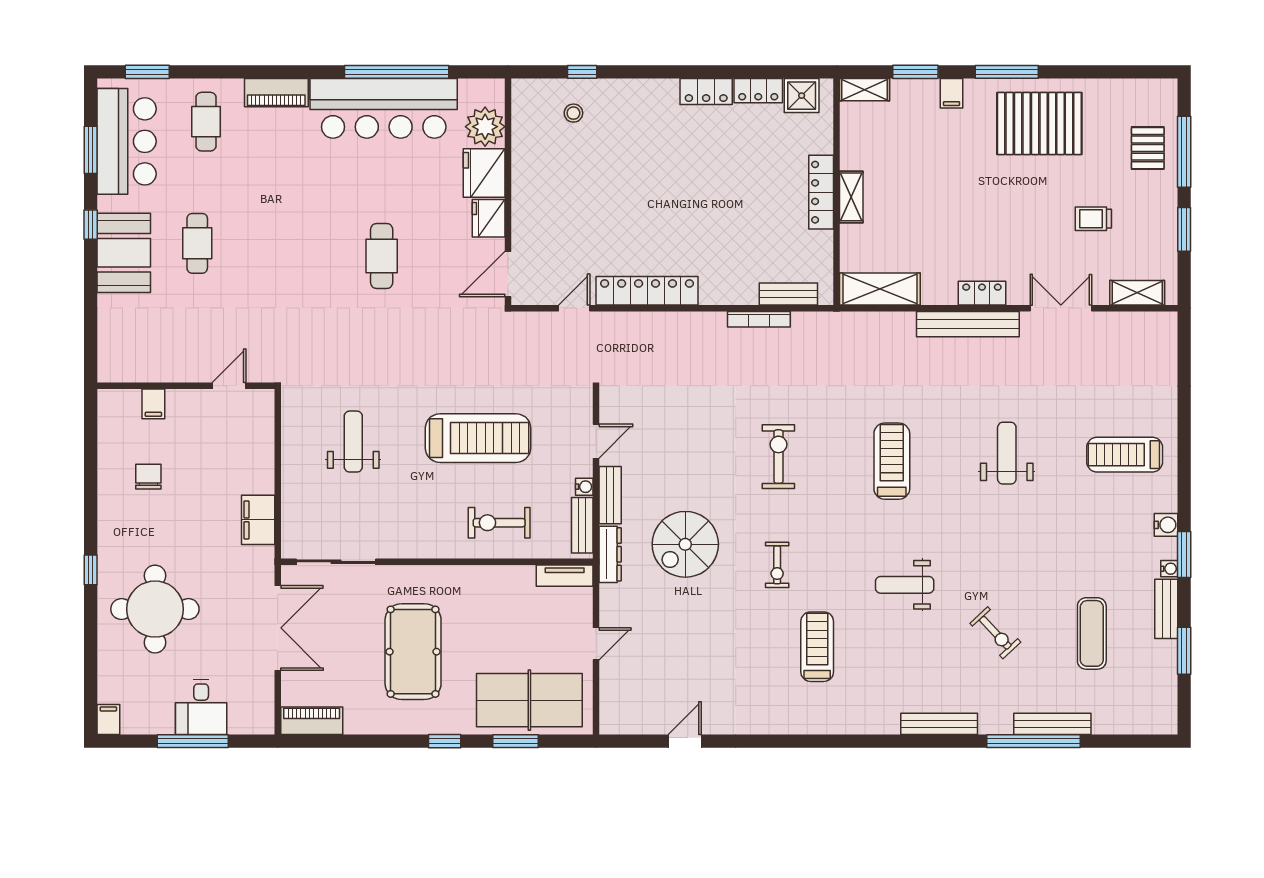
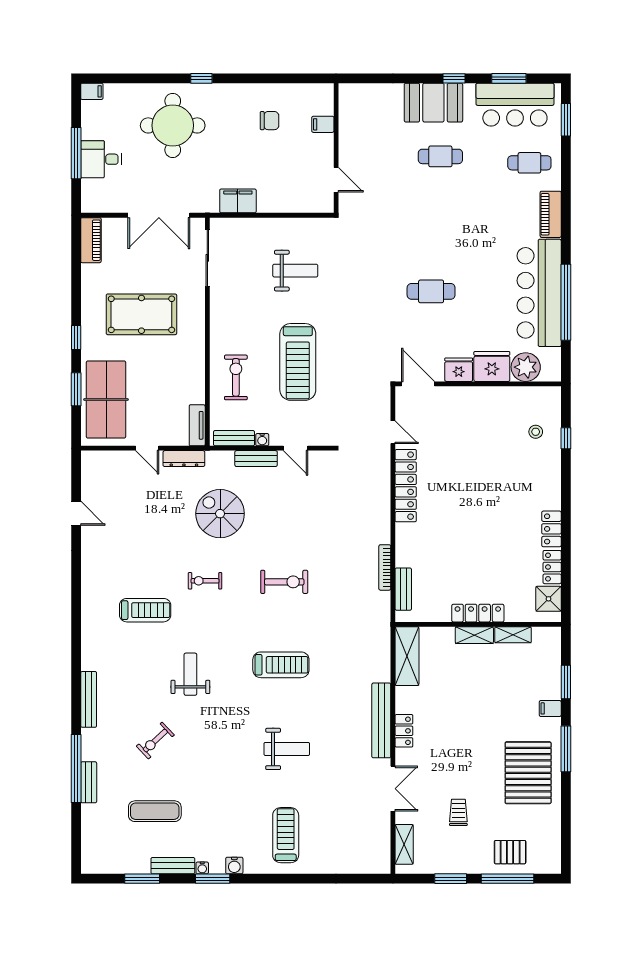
shelving: (864, 90) -> (513, 635), moved, turned 90
dresser: (610, 554) -> (184, 459), moved
bench: (1052, 724) -> (89, 782), width x0.73

